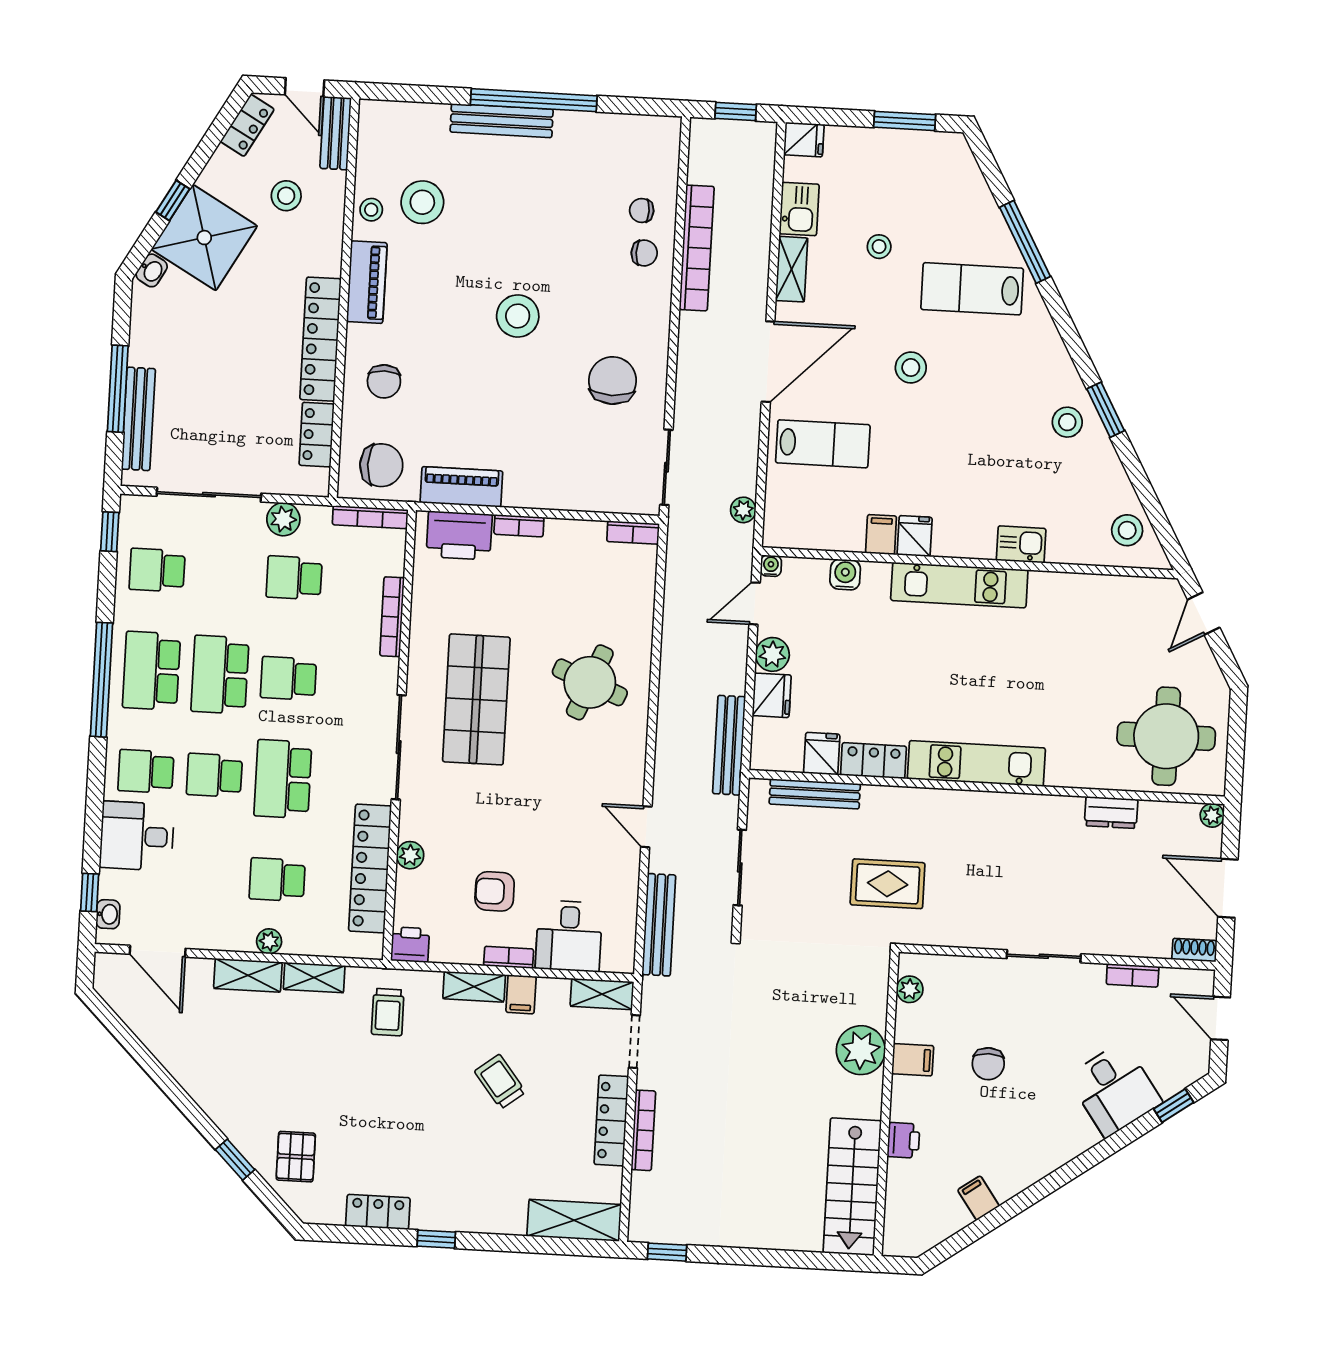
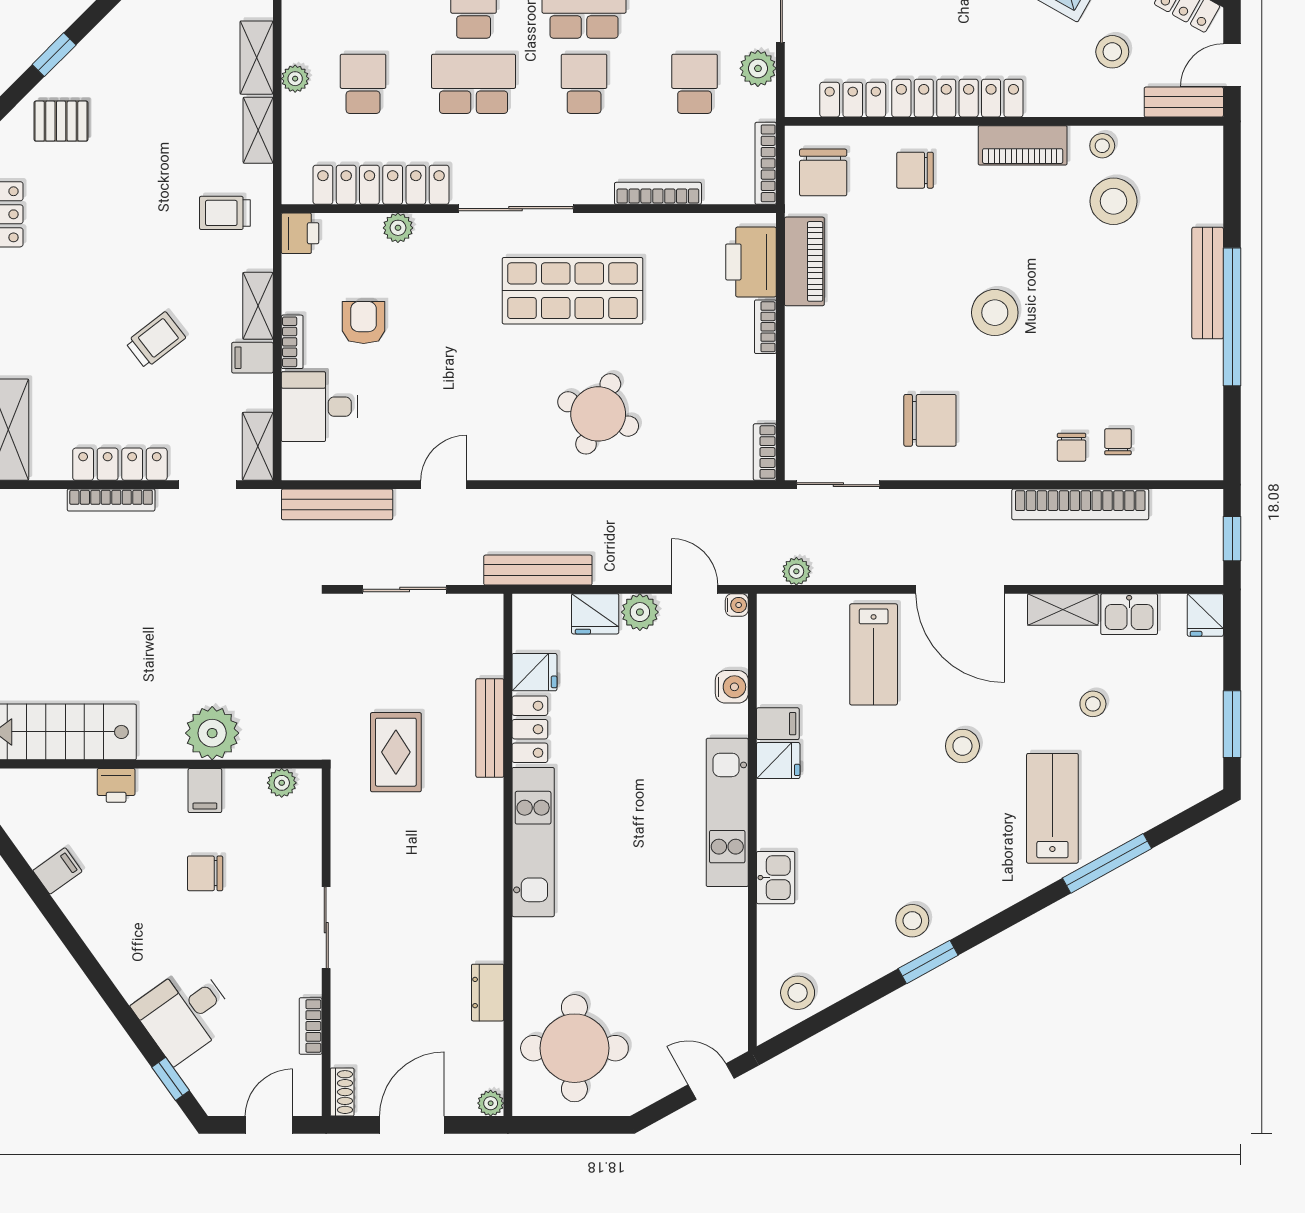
bench: (815, 794) -> (490, 728), moved

